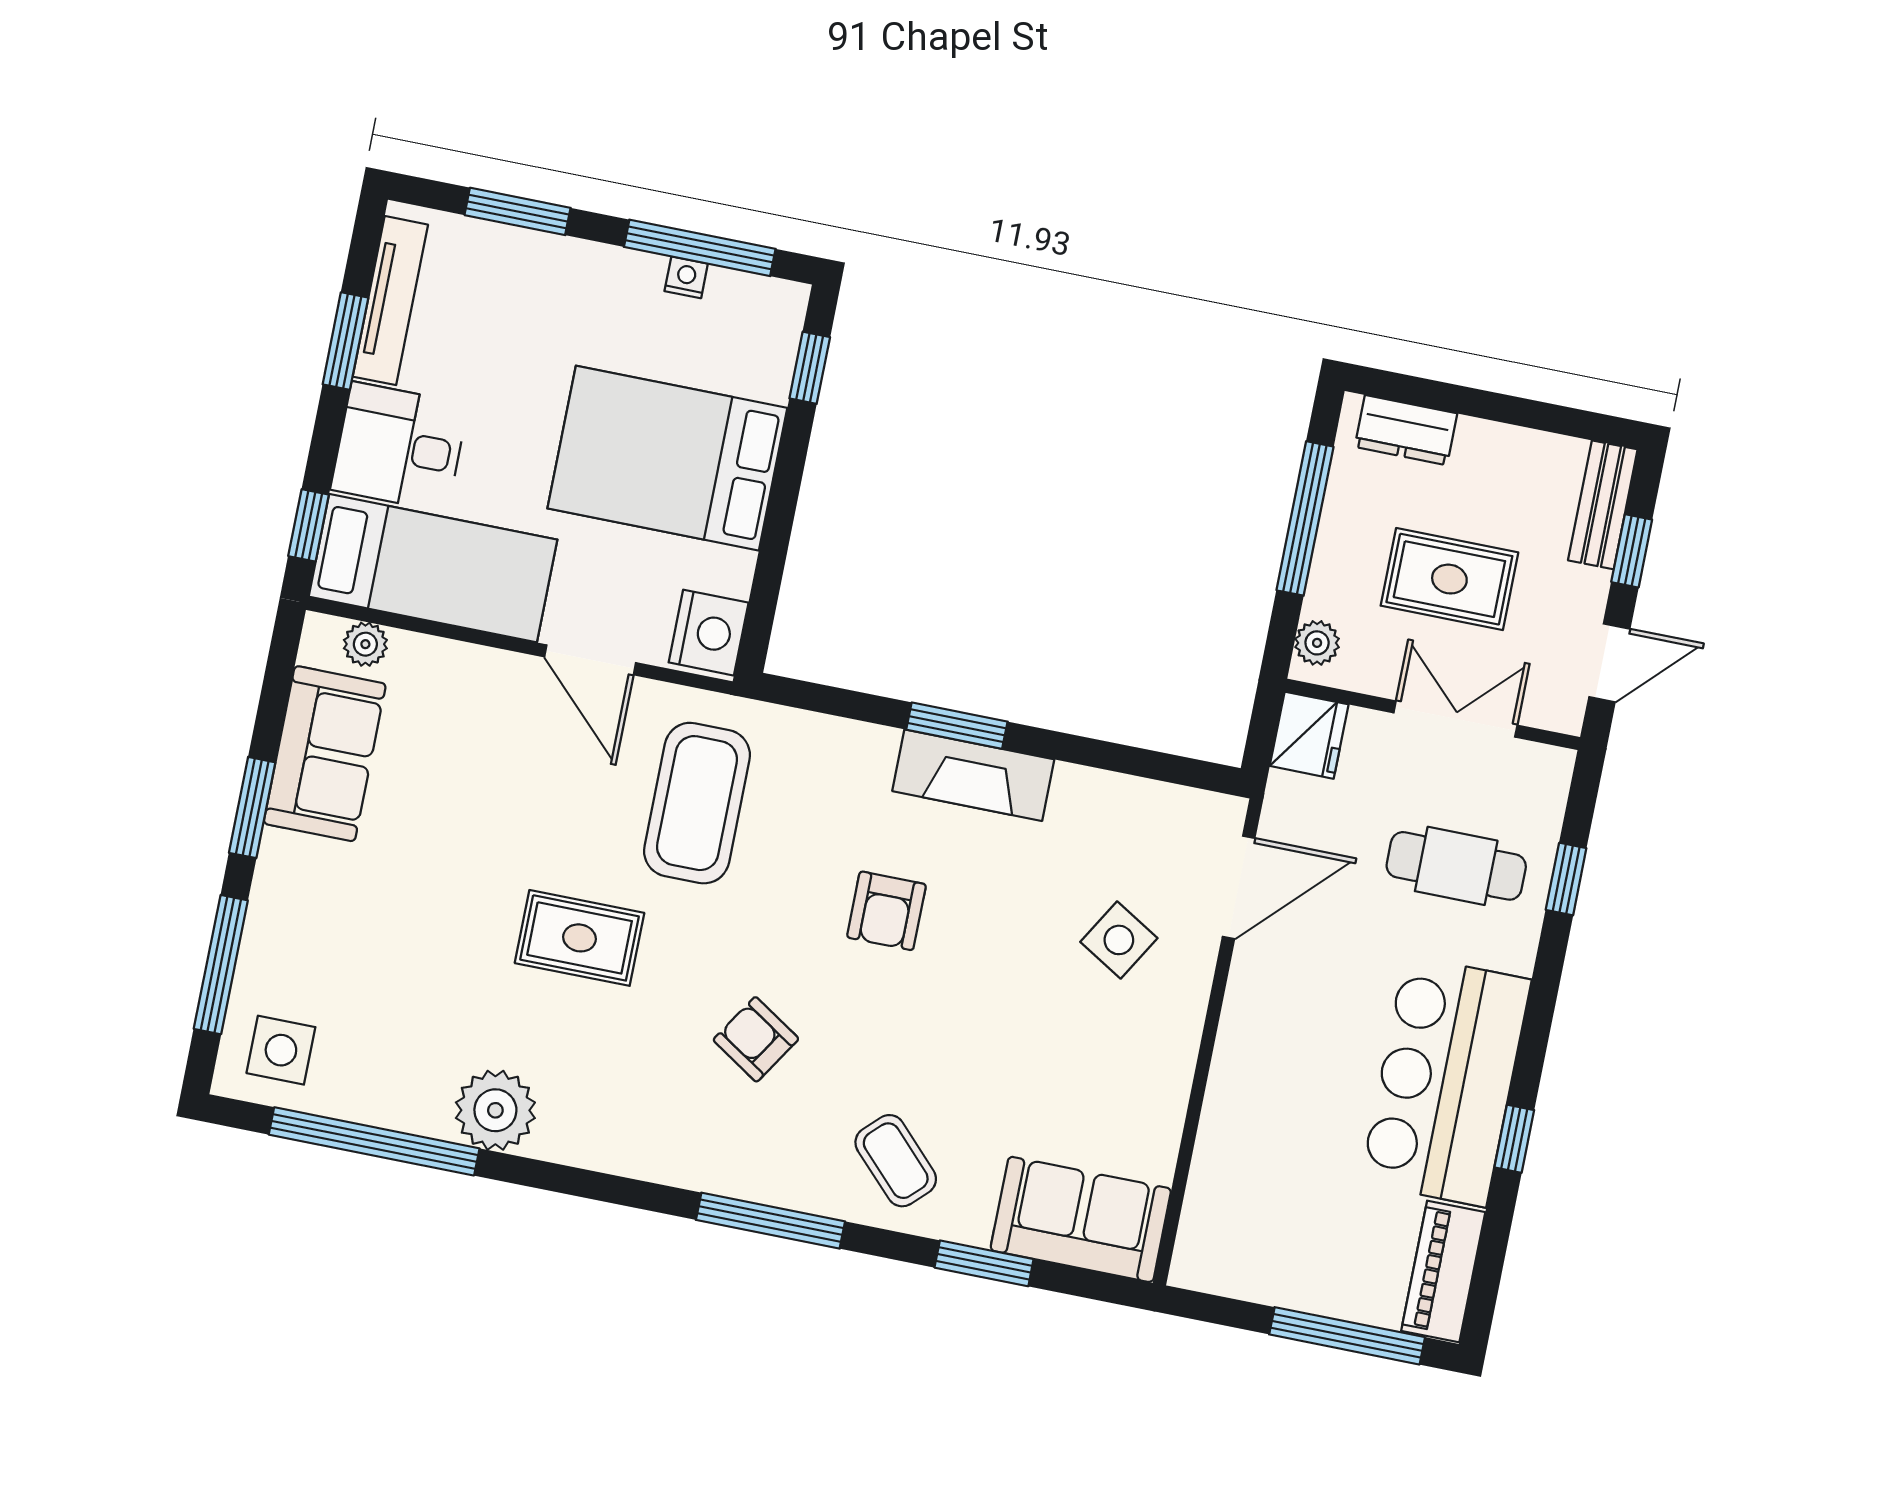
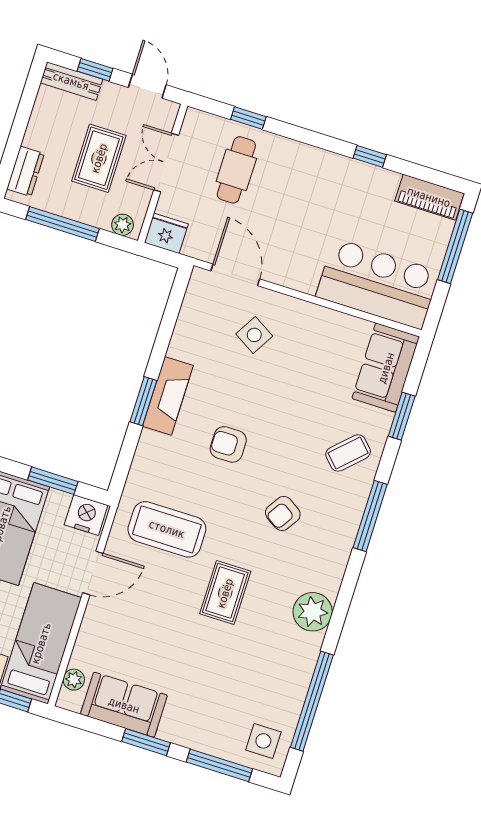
window: (772, 556) -> (53, 481), added
armchair: (886, 911) -> (228, 444), turned 180
bar counter: (1446, 1081) -> (378, 284), moved, turned 180
plant: (495, 1110) -> (313, 612), moved

